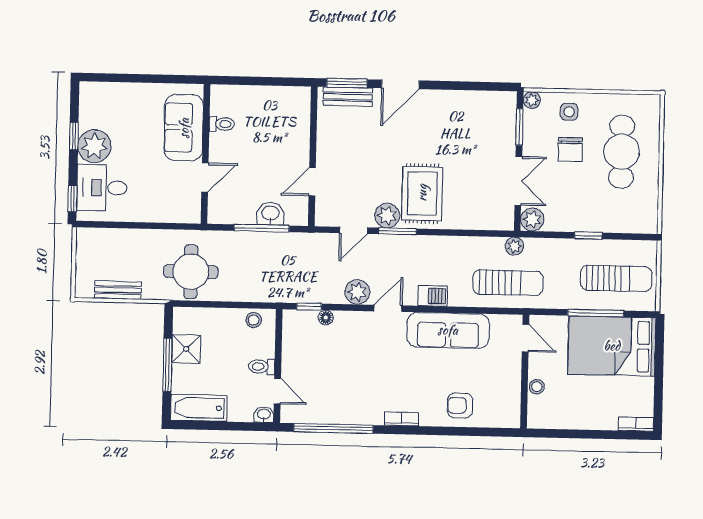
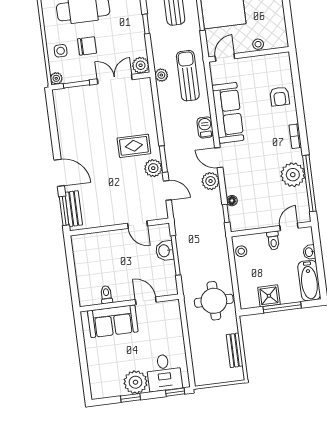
rug: (422, 193) -> (134, 146), width x0.73, depth x0.70
plant: (349, 407) -> (293, 175), added
washbasin: (264, 415) -> (309, 252), moved

